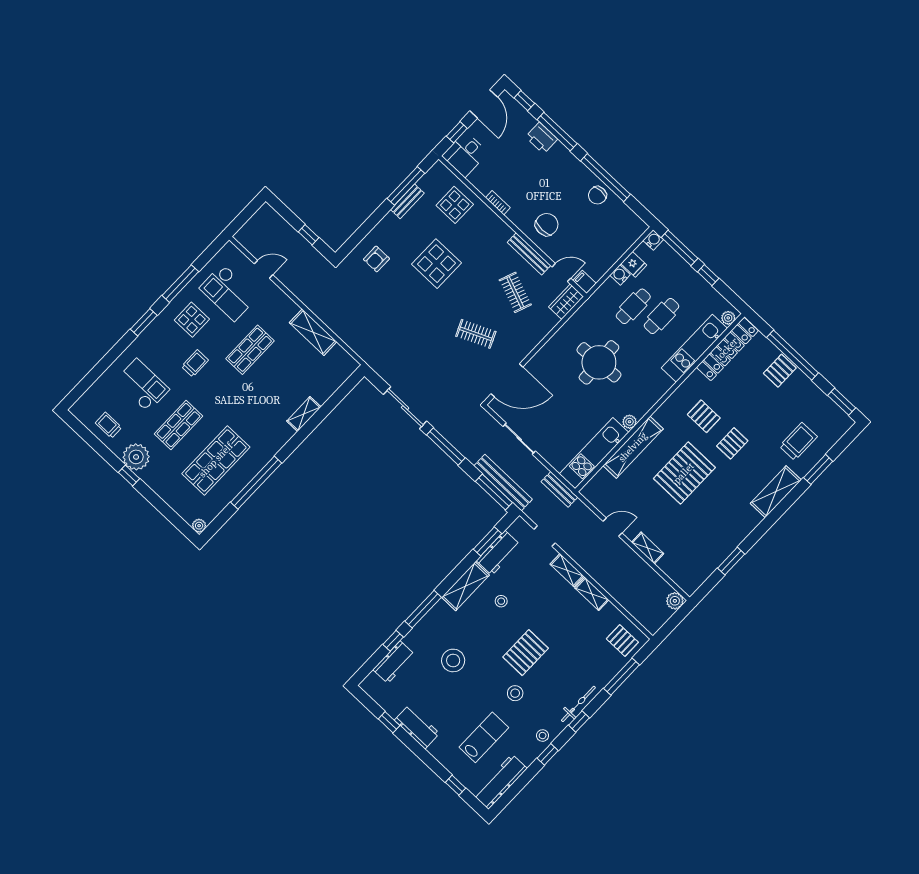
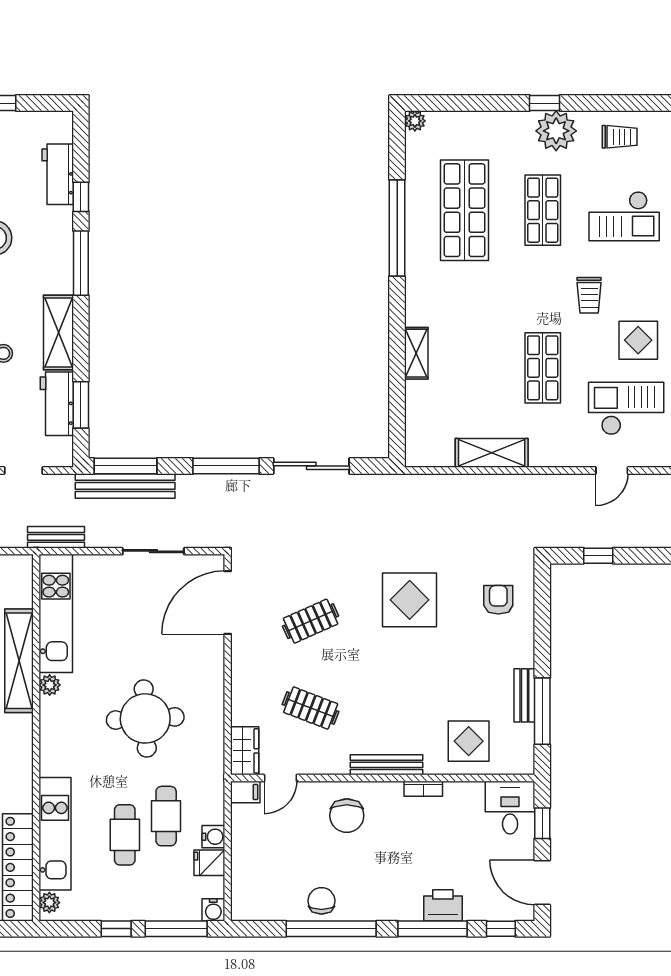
bench: (529, 254) -> (387, 765), moved
display table: (437, 264) -> (410, 600), moved

